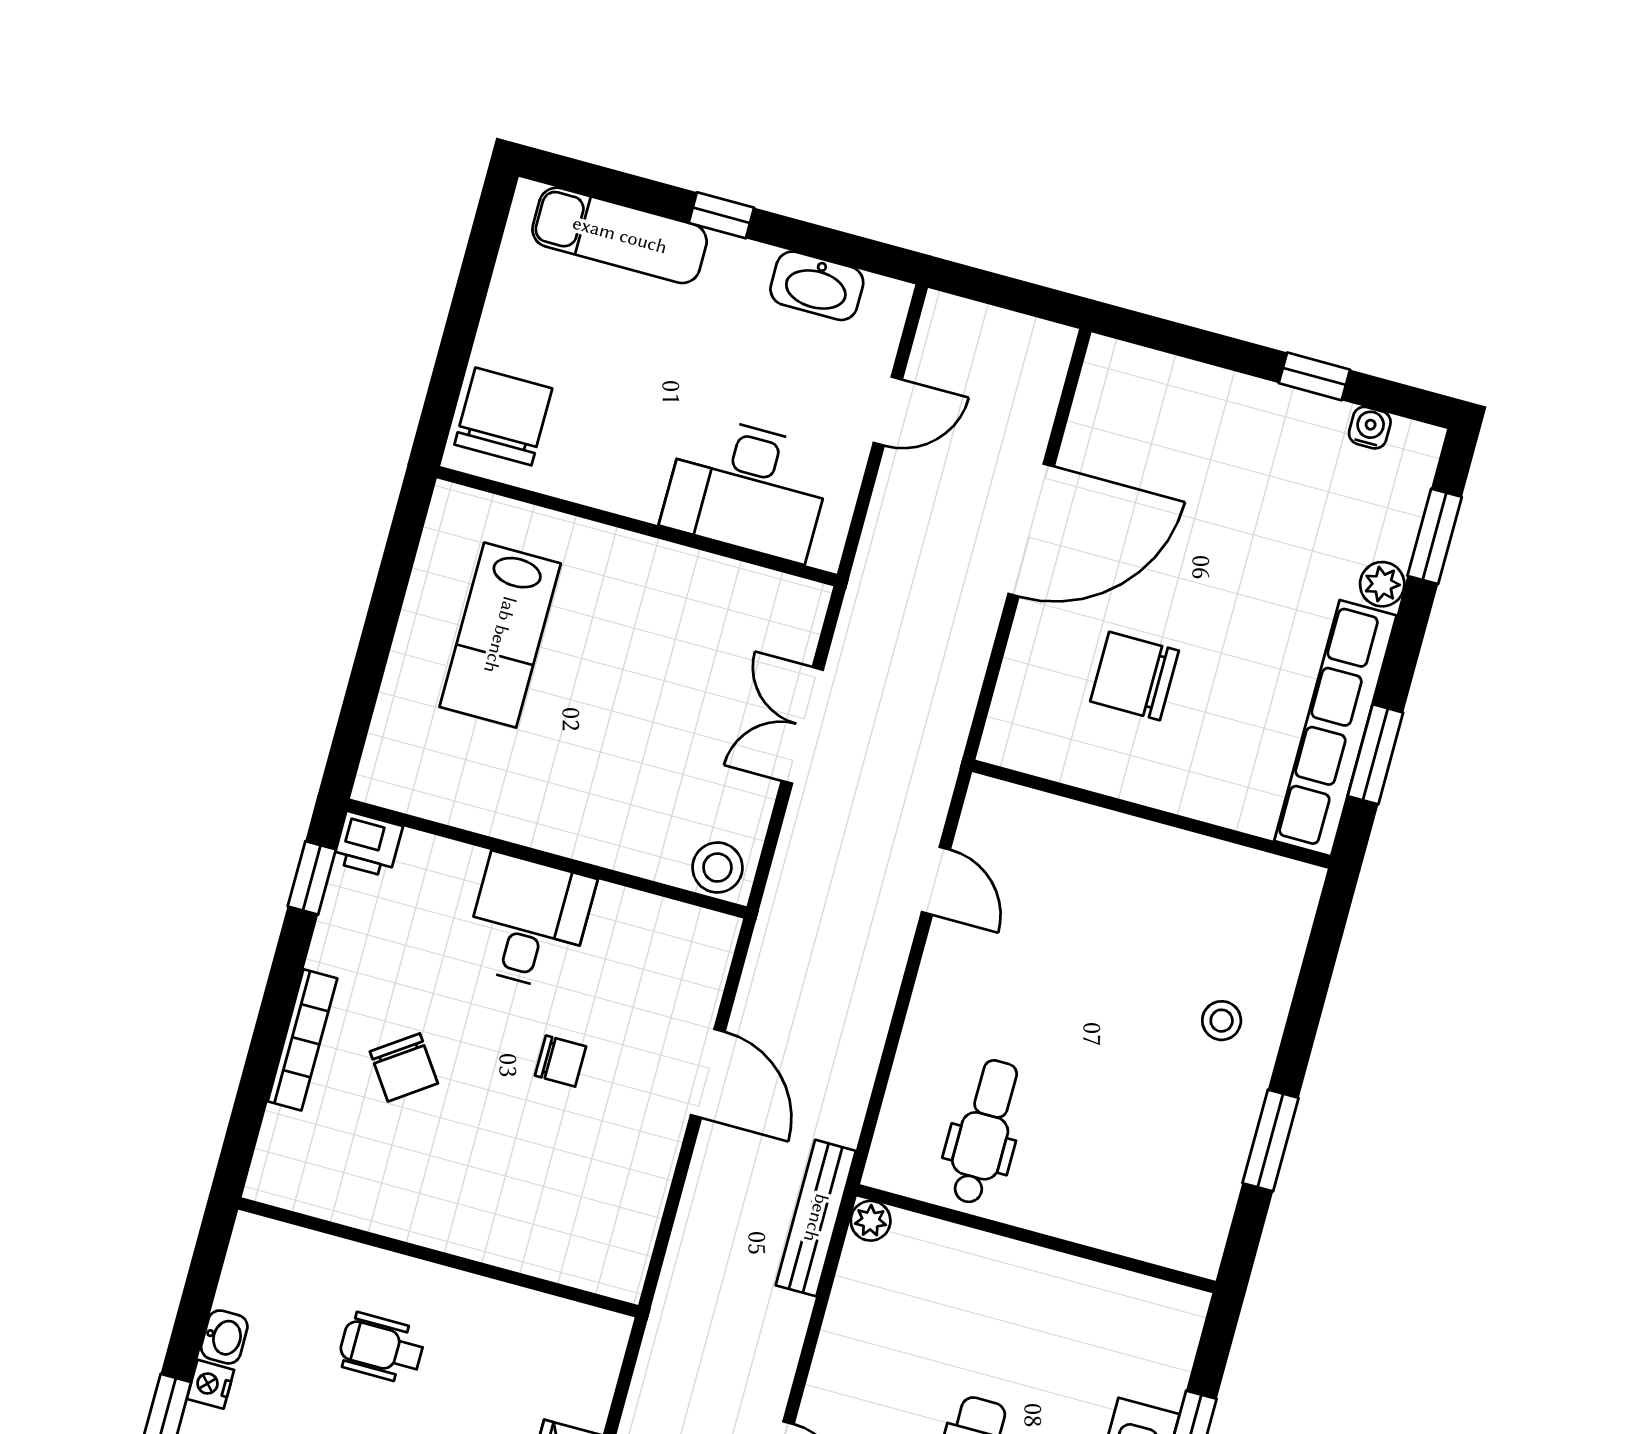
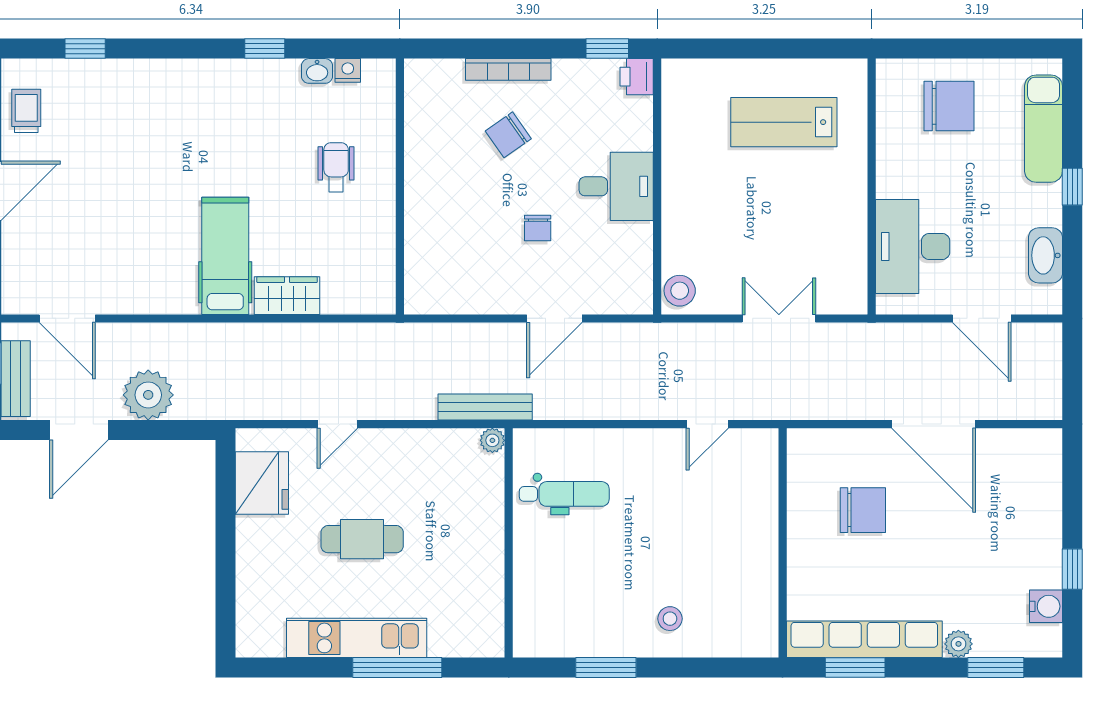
door: (888, 411) -> (982, 318), width x1.38
chair: (503, 416) -> (949, 106), moved
water cooler: (1370, 428) -> (1046, 606), width x1.38, depth x1.38
chair: (1135, 676) -> (863, 510), turned 90
nightstand: (210, 1384) -> (348, 70), moved

